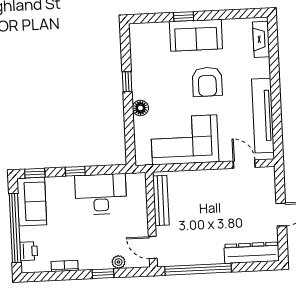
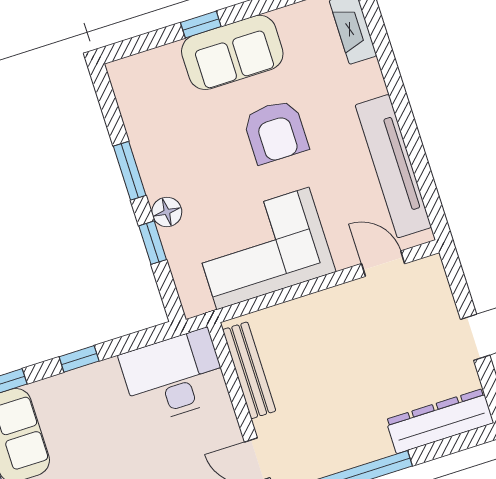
window: (127, 82) -> (130, 171), width x1.50
window: (129, 122) -> (153, 243), added
desk: (101, 194) -> (174, 376), moved

